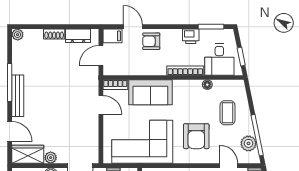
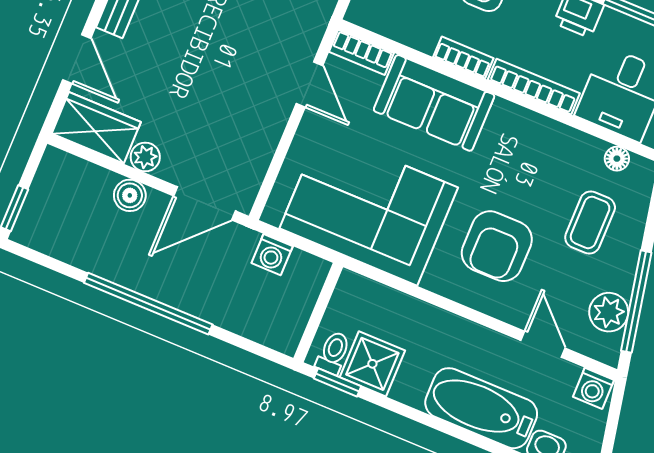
bookcase: (154, 71) -> (463, 58), added
floor lamp: (207, 85) -> (617, 159), moved

